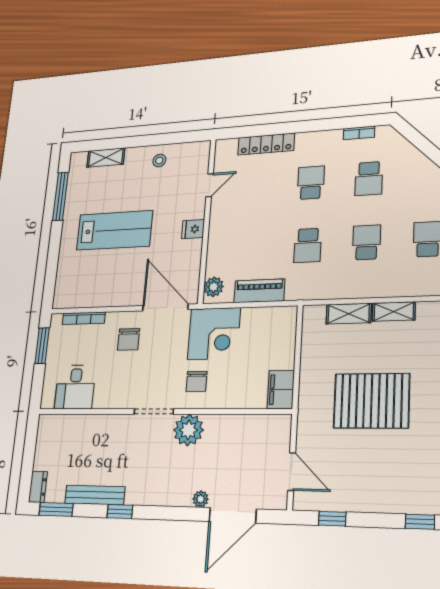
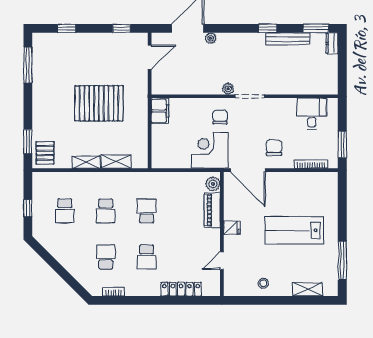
piano: (259, 291) -> (212, 210), moved, turned 90
plant: (188, 430) -> (228, 89), width x0.53, depth x0.53
door: (292, 472) -> (150, 57), swing flipped

